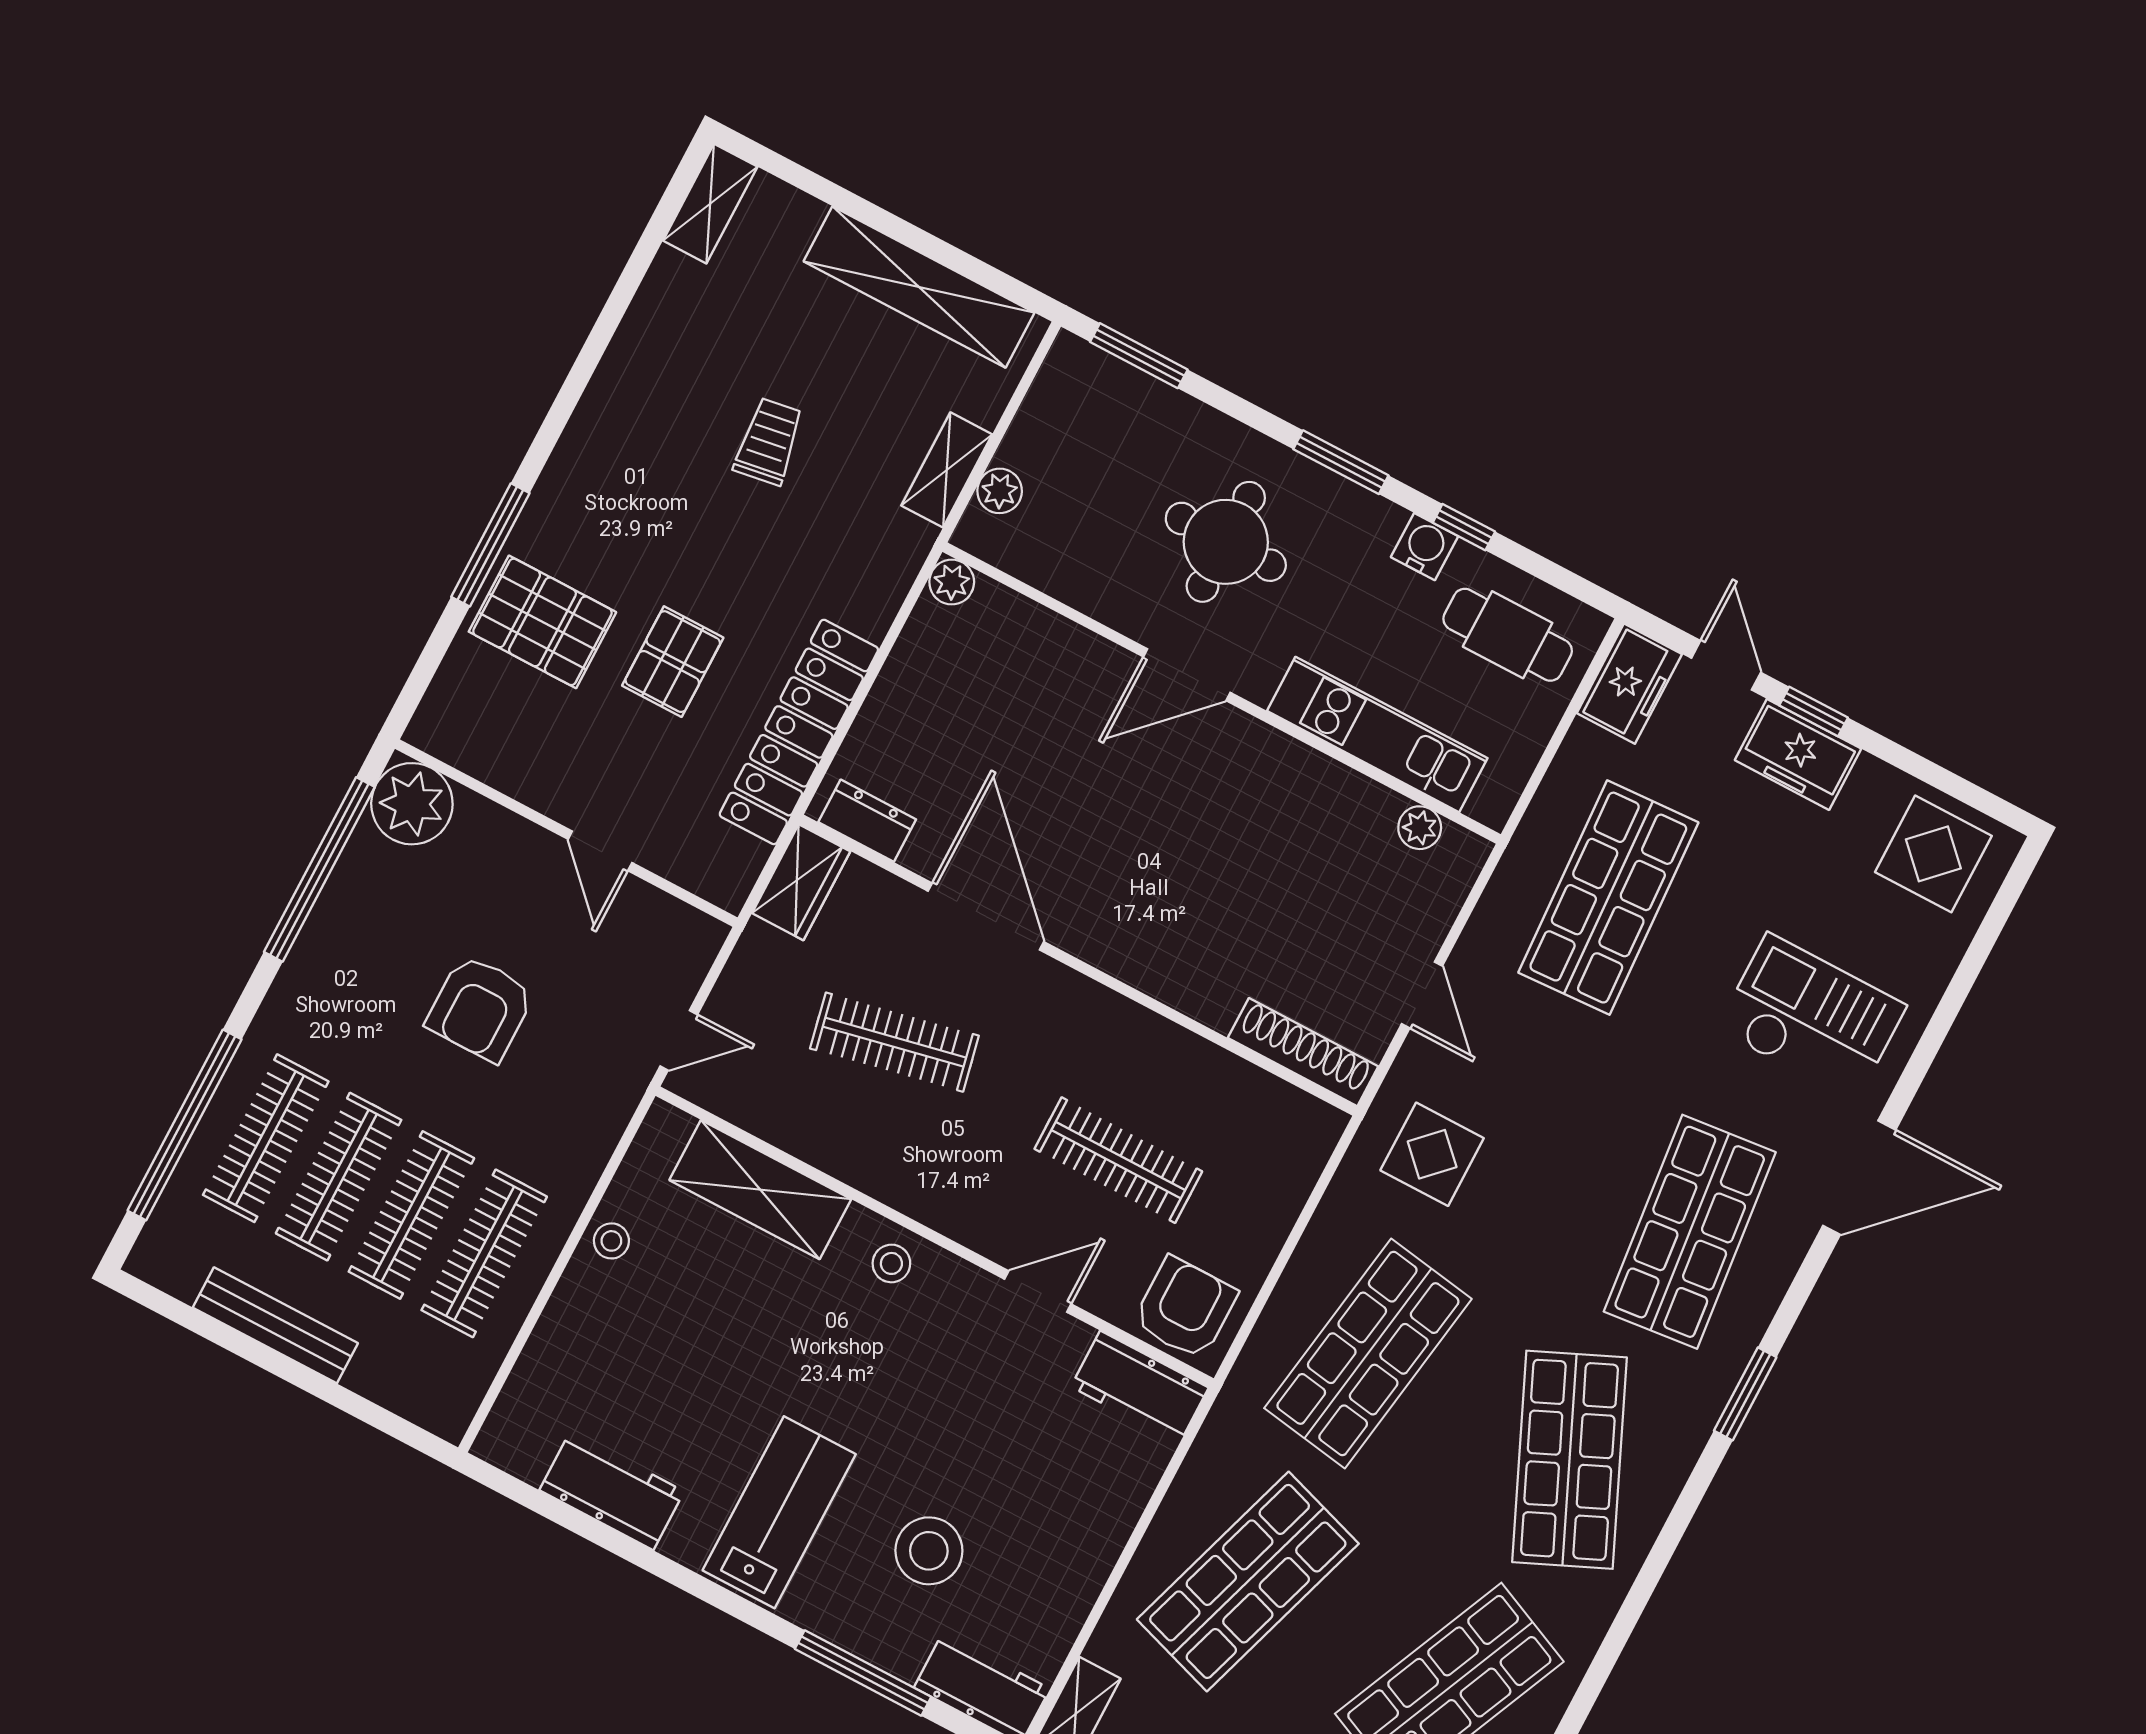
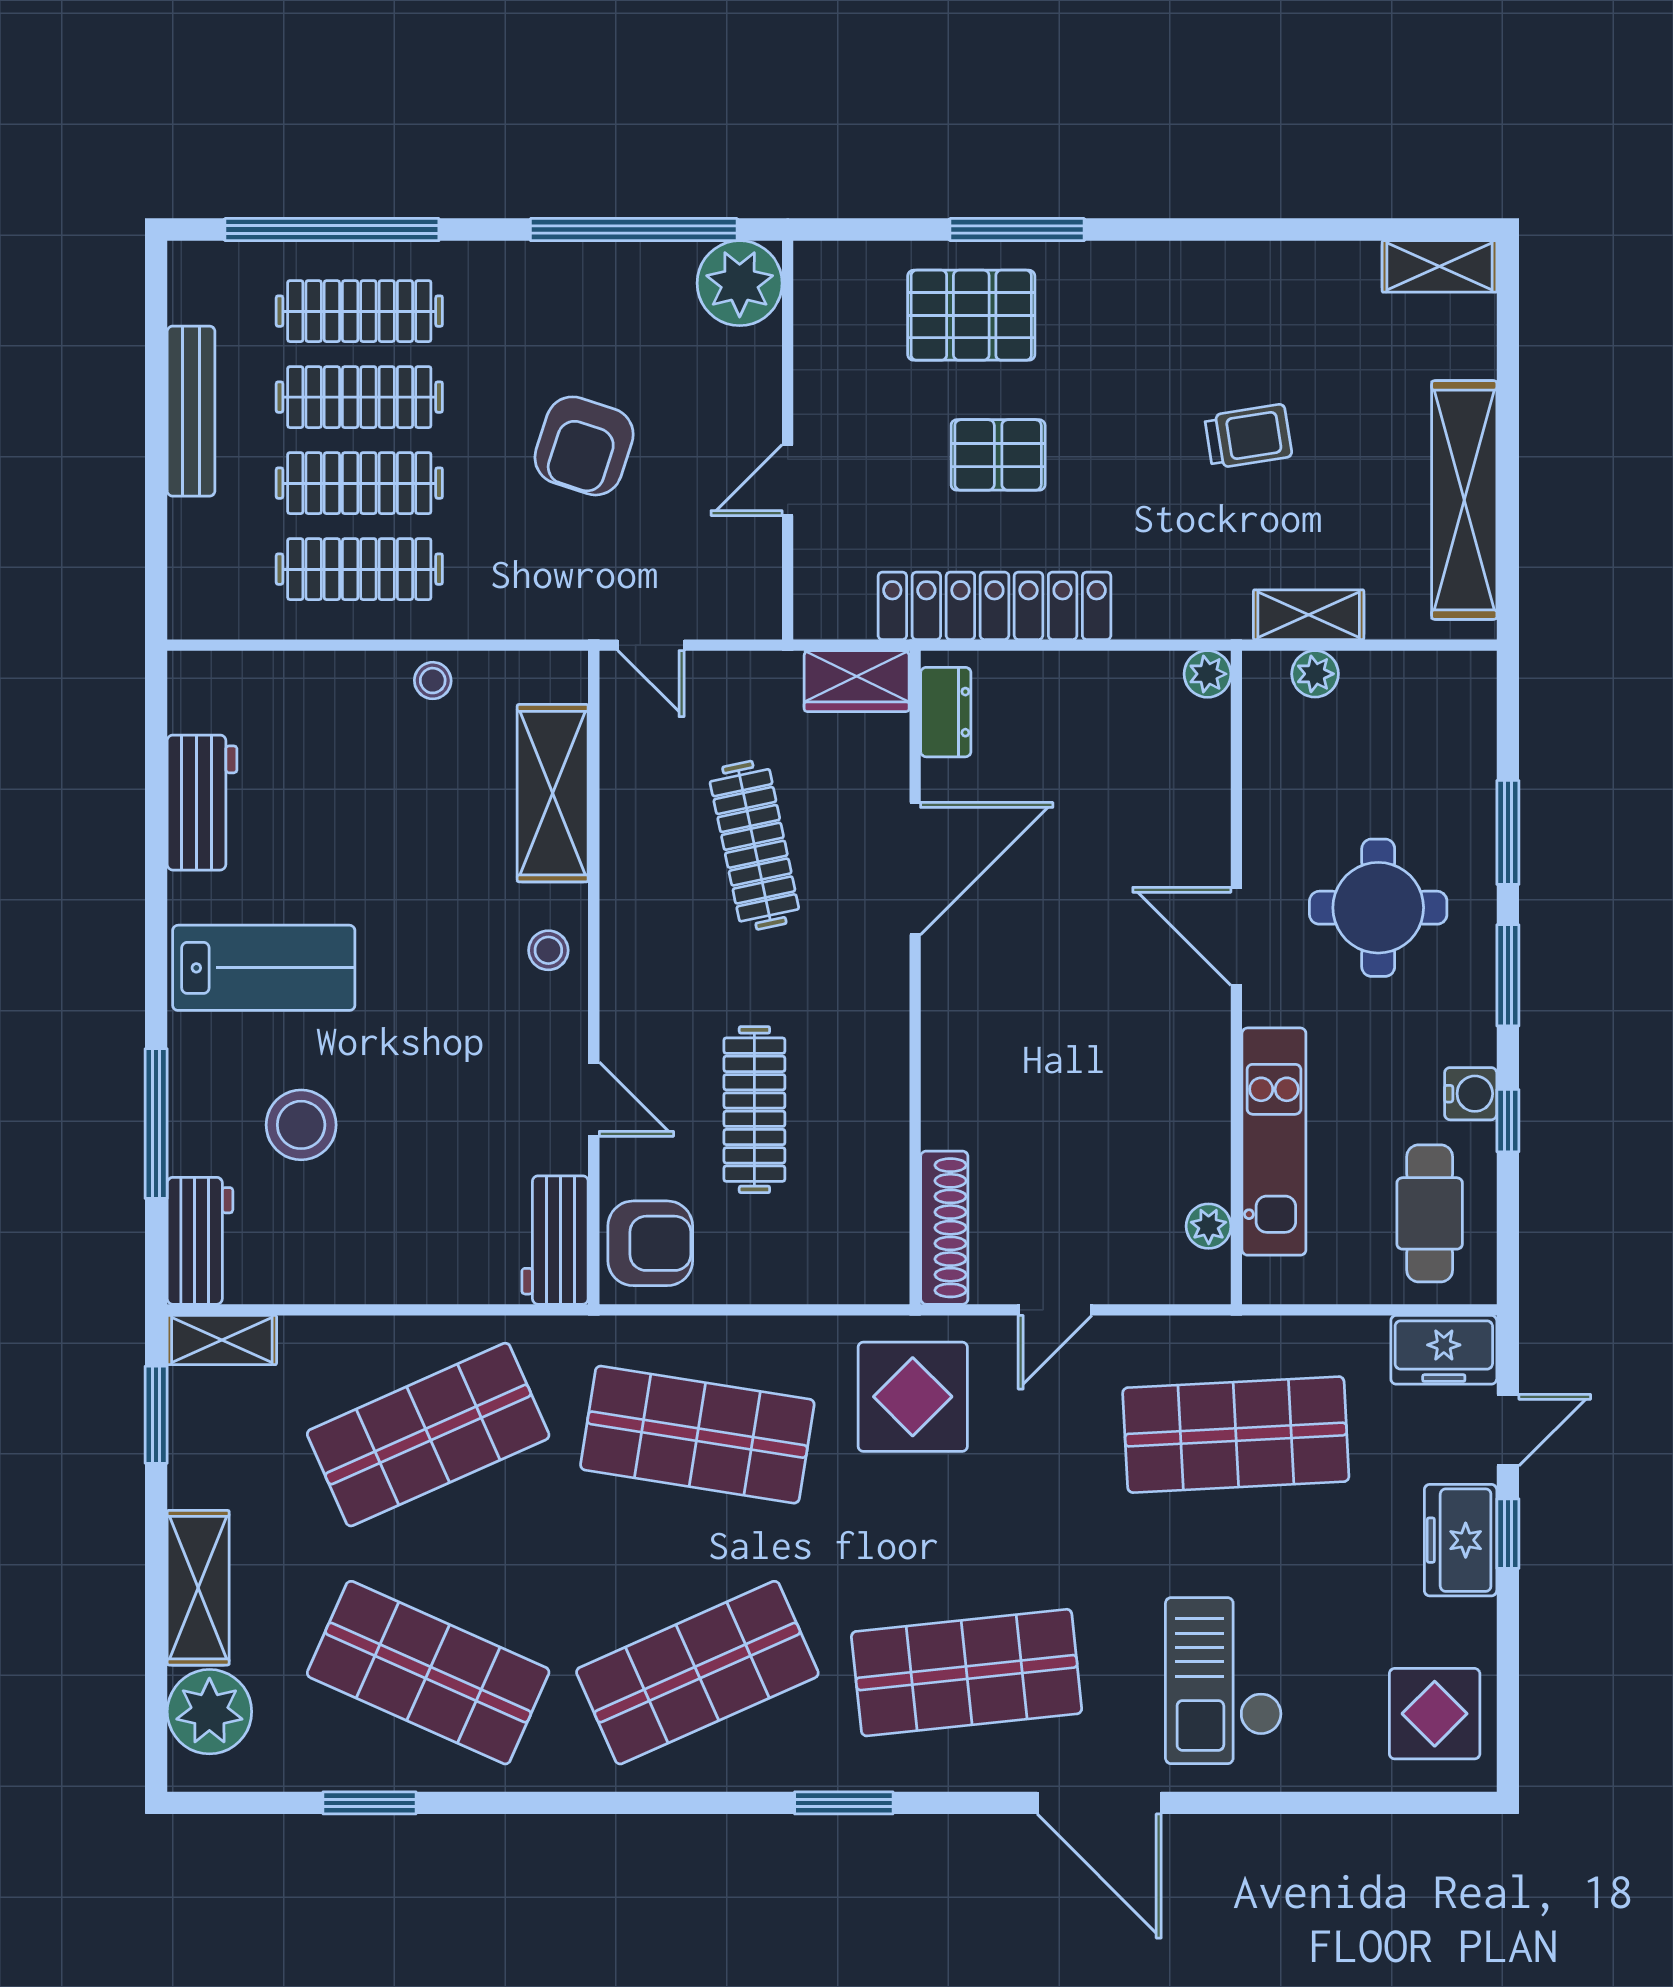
window: (1139, 356) -> (1508, 832), moved
pallet: (542, 622) -> (971, 315), turned 90
armchair: (480, 1008) -> (584, 446), turned -72
checkout: (1811, 1018) -> (1224, 1681), turned 180
display table: (1432, 1154) -> (913, 1397), width x1.36, depth x1.36
shop shelf: (1248, 1581) -> (428, 1435), turned -42

